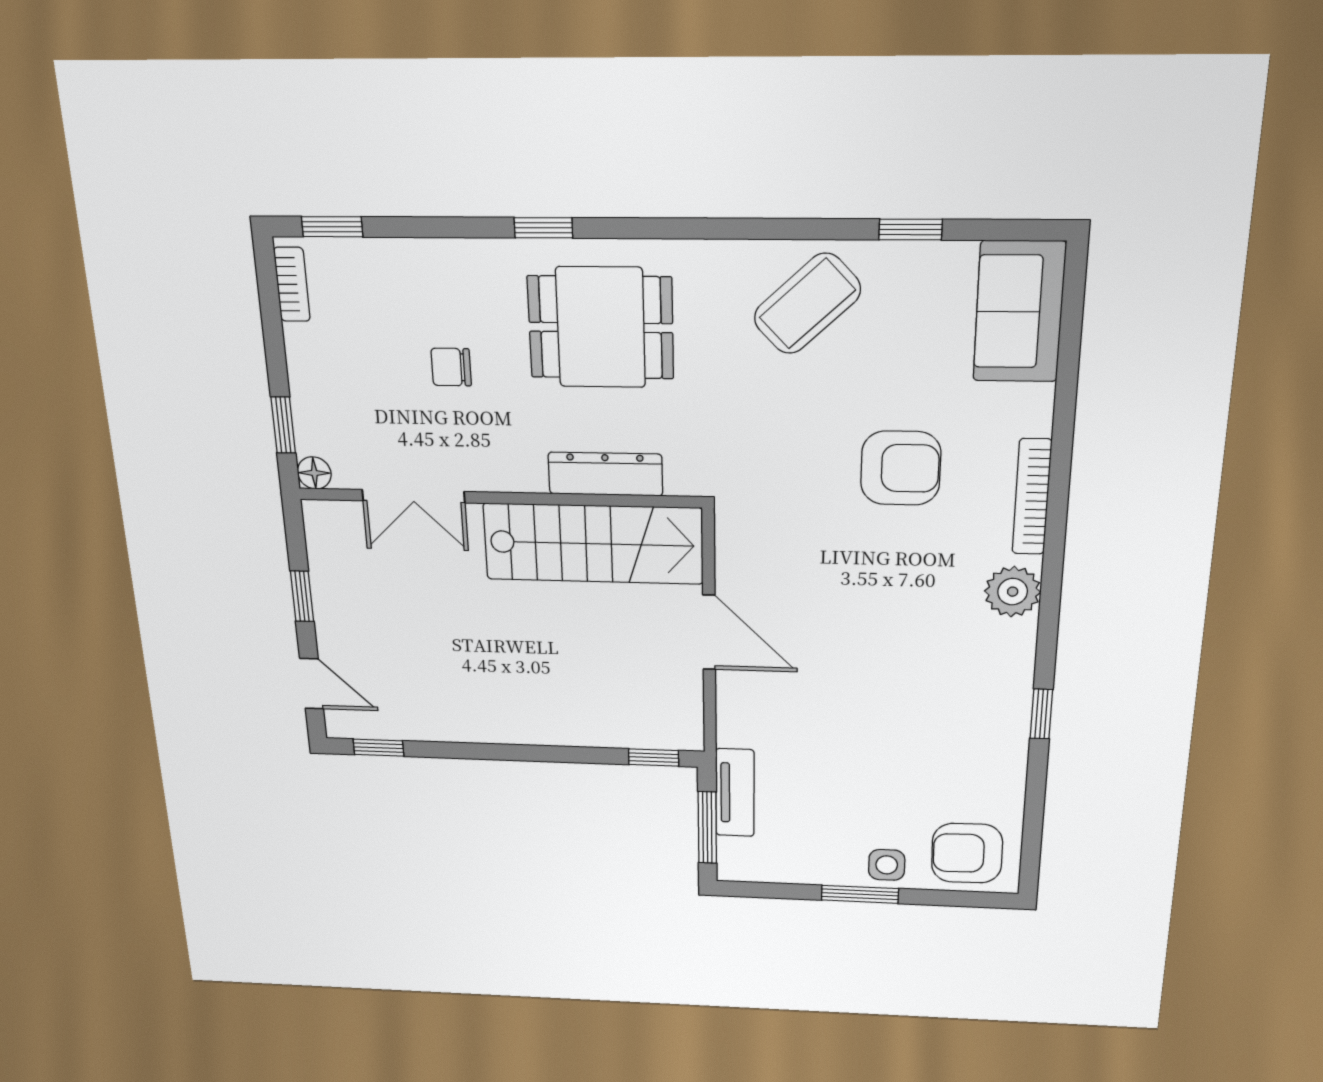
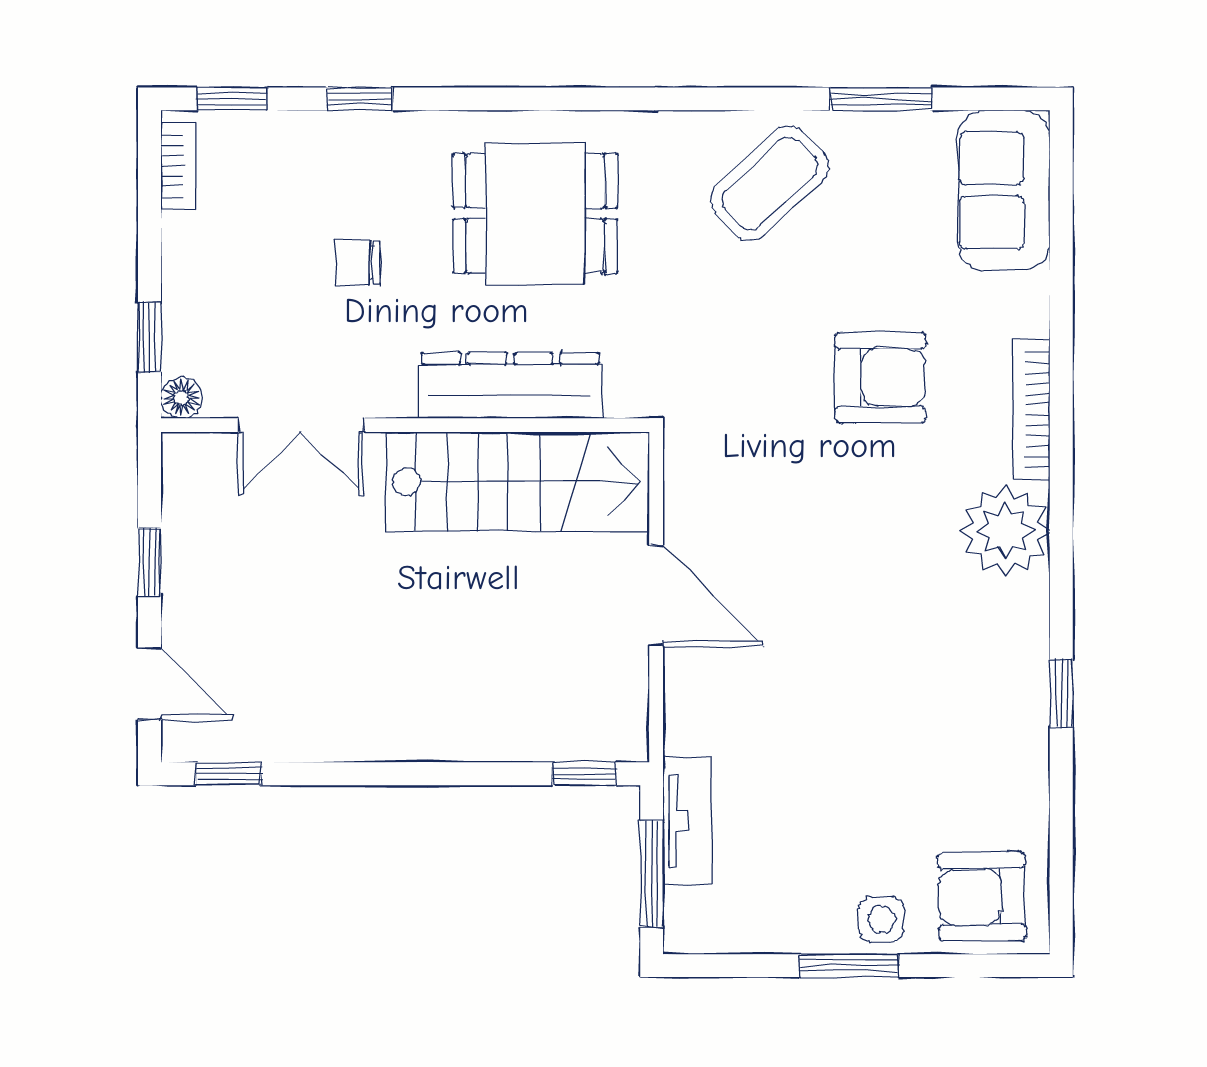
window: (543, 228) -> (360, 99), moved
window: (911, 230) -> (881, 99), width x1.50
dresser: (605, 474) -> (510, 385), width x1.37, depth x1.24
plant: (1013, 592) -> (1005, 531), width x1.36, depth x1.36

